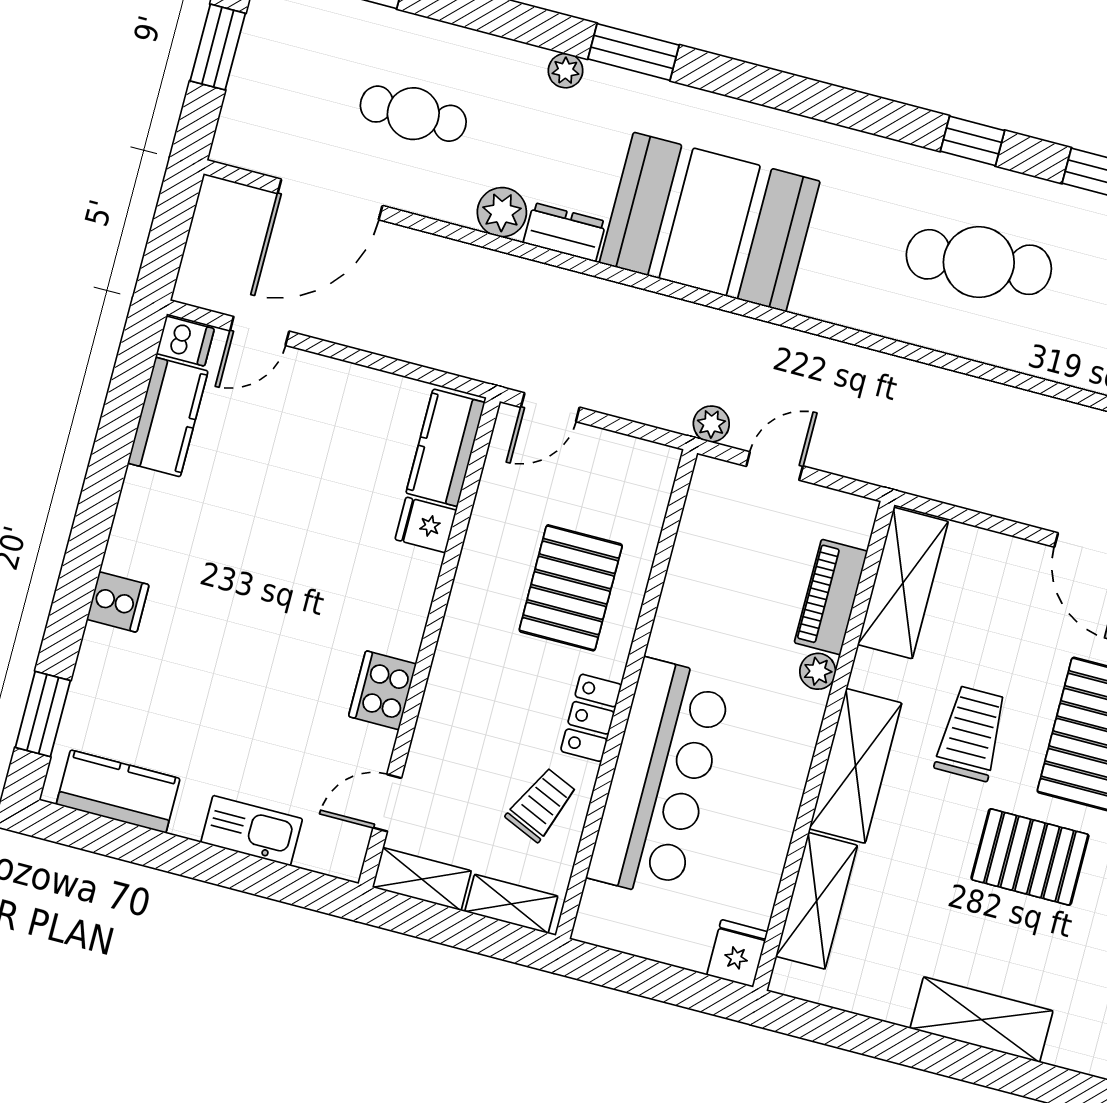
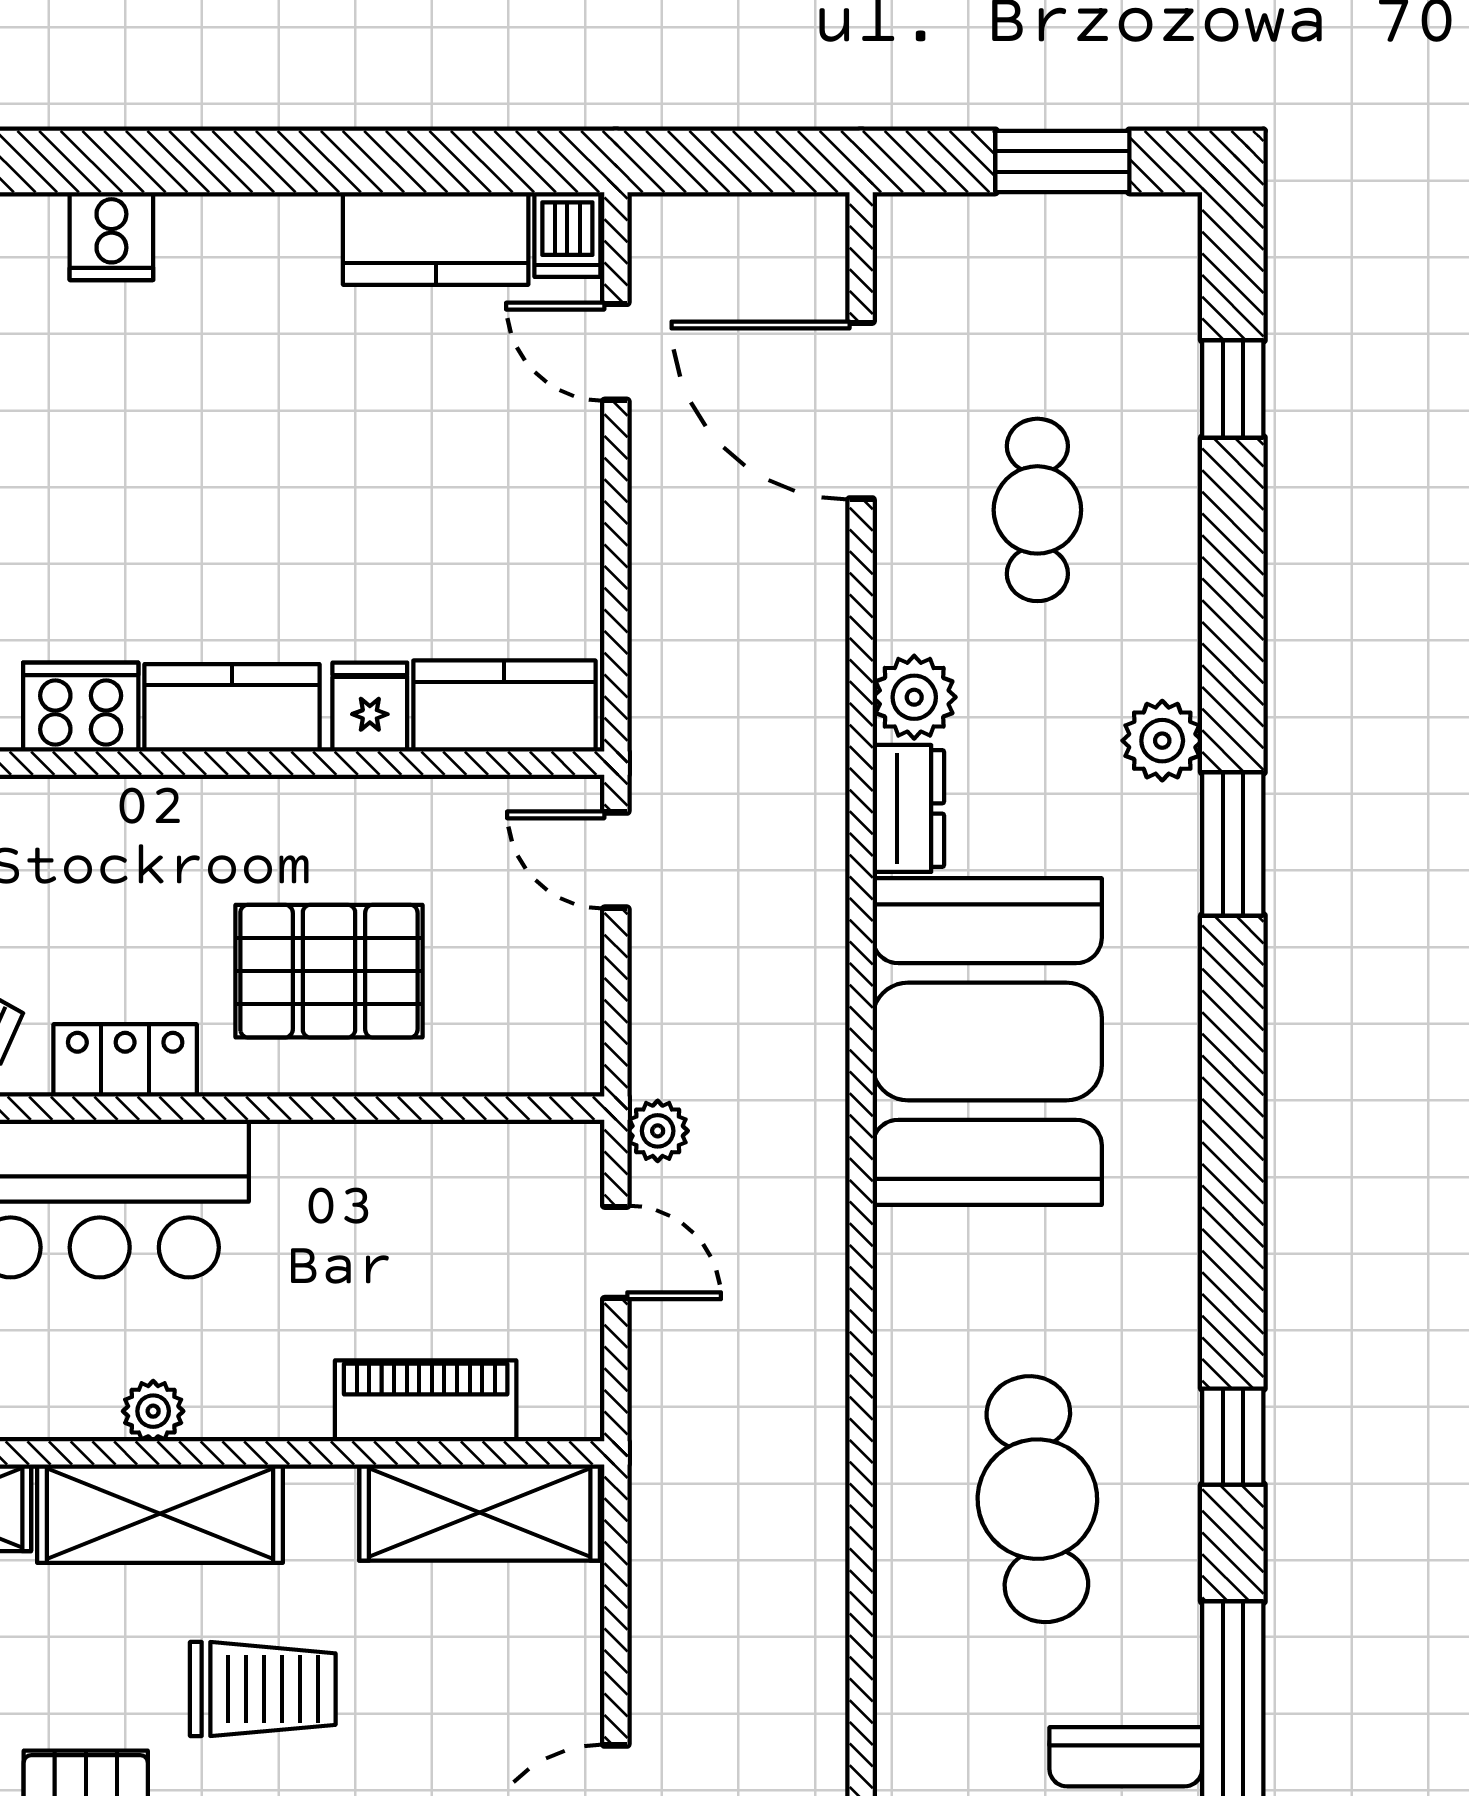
plant: (566, 71) -> (1162, 741), width x1.38, depth x1.38
kitchen counter: (406, 604) -> (232, 708), added
plant: (818, 671) -> (153, 1411), moved

